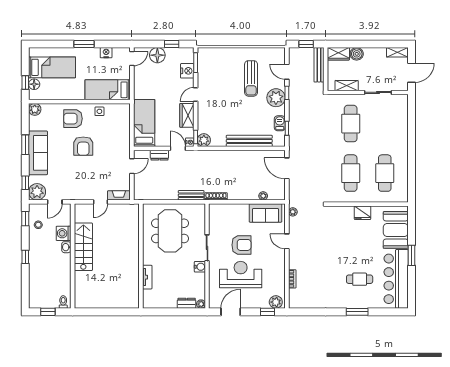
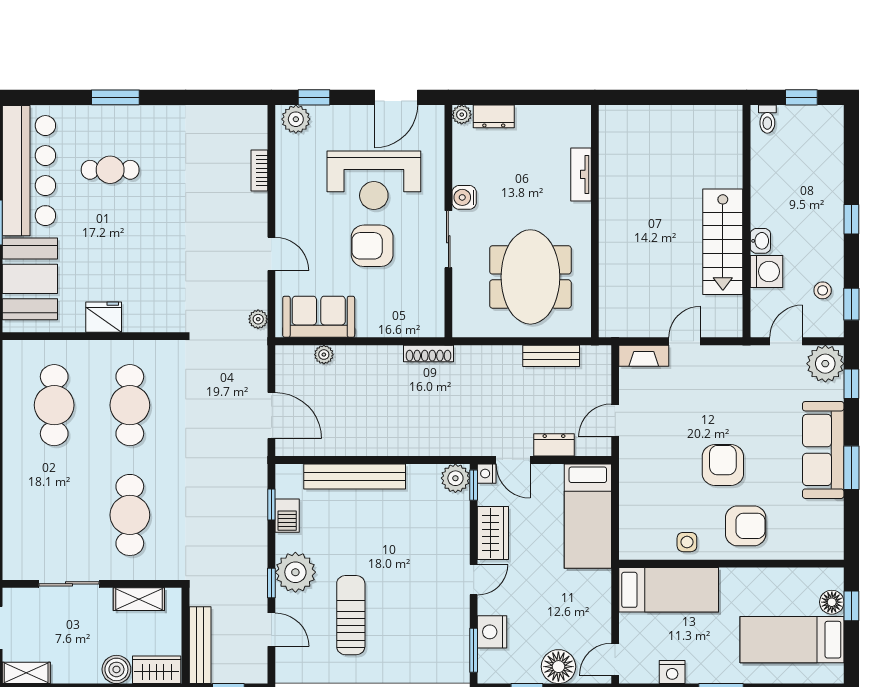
plant: (35, 109) -> (830, 546), removed
bench: (191, 195) -> (551, 356), moved

